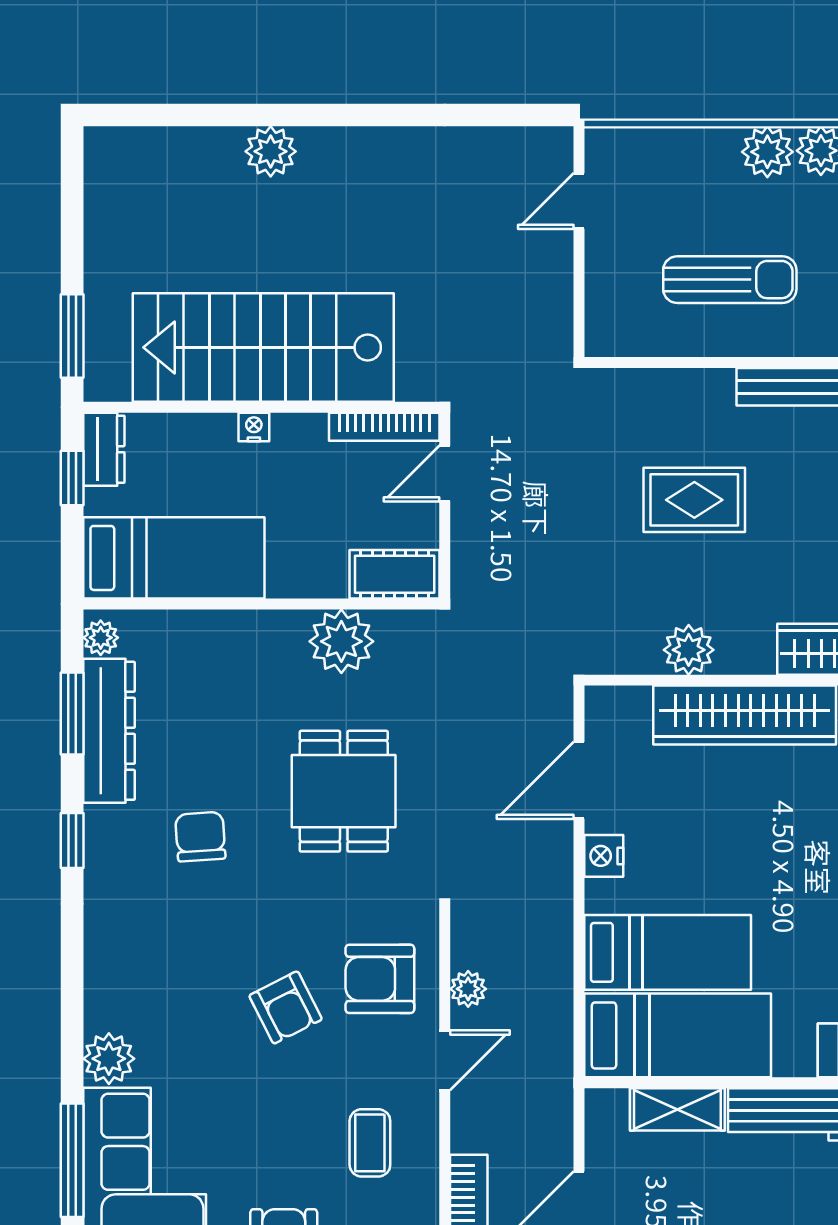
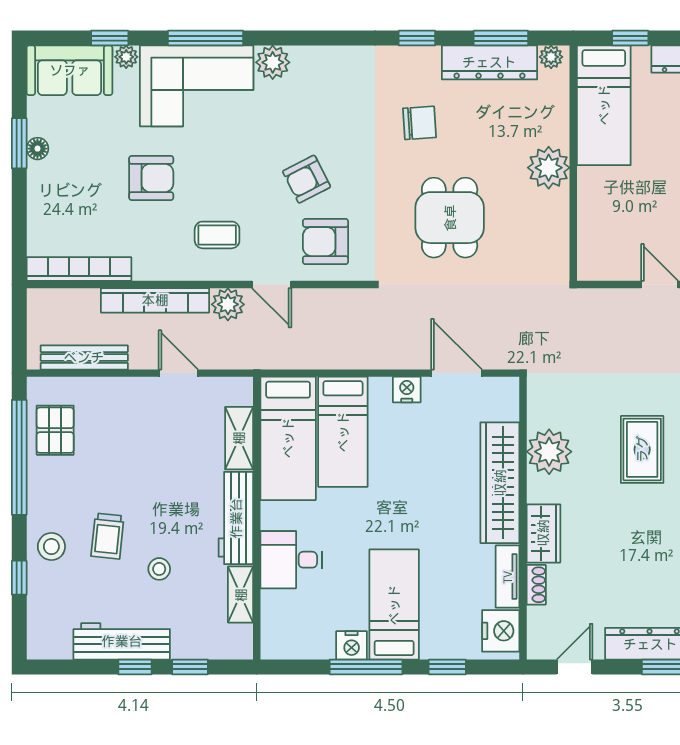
window: (72, 478) -> (630, 38), moved
cot: (395, 574) -> (593, 251), removed
plant: (341, 641) -> (549, 168), moved
plant: (689, 650) -> (549, 452), width x1.36, depth x1.36
dining table: (344, 791) -> (450, 218), turned 90
armchair: (380, 979) -> (325, 242), turned -90
plant: (468, 989) -> (228, 304), moved, width x1.38, depth x1.38

